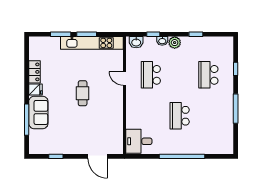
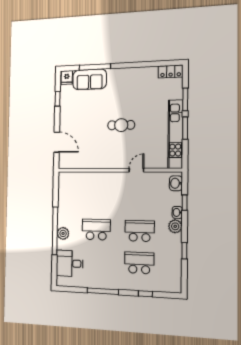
locker: (35, 72) -> (171, 72), moved
school desk: (151, 75) -> (140, 231), moved
fridge: (36, 90) -> (67, 78), moved
sofa: (38, 112) -> (90, 79), moved
desk: (139, 141) -> (70, 263), moved, turned -90
plant: (184, 148) -> (63, 233), added
door: (98, 156) -> (57, 142), swing flipped

